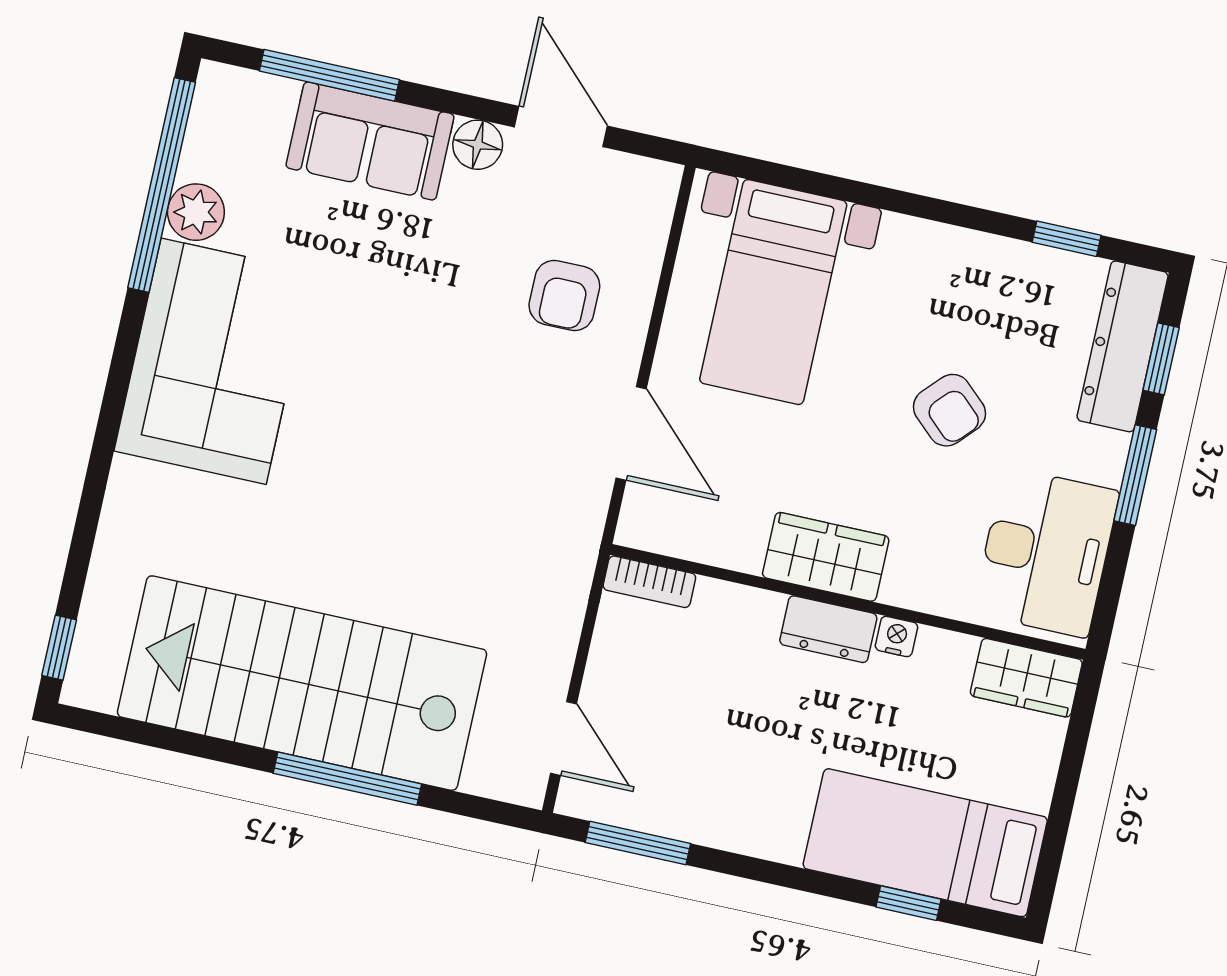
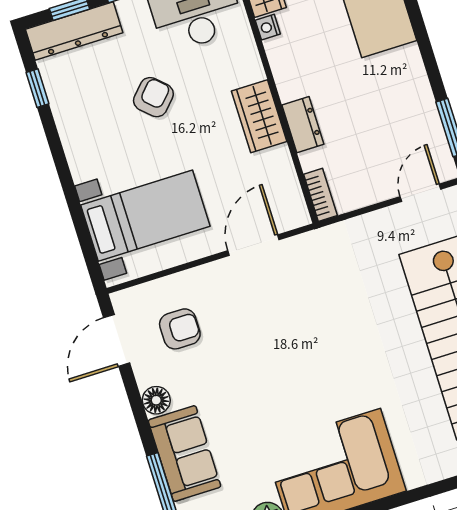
door: (561, 127) -> (117, 340), moved
armchair: (564, 296) -> (180, 329), moved
dresser: (828, 629) -> (303, 125), moved
nightstand: (896, 636) -> (268, 27), moved

